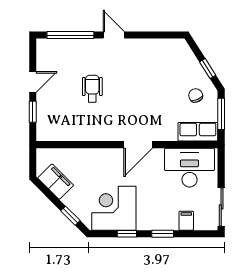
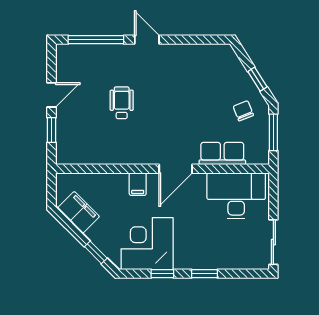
row of seats: (198, 132) -> (222, 154), moved
filing cabinet: (186, 221) -> (138, 184), moved, turned 180

